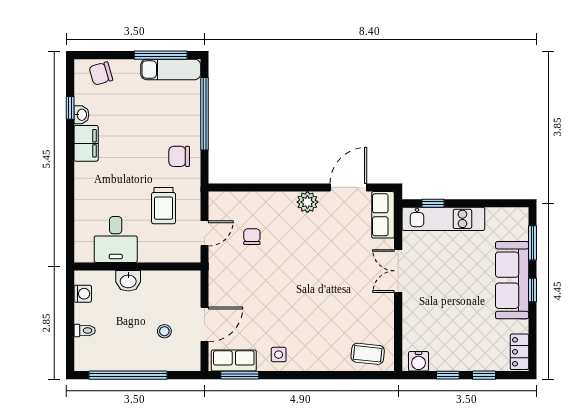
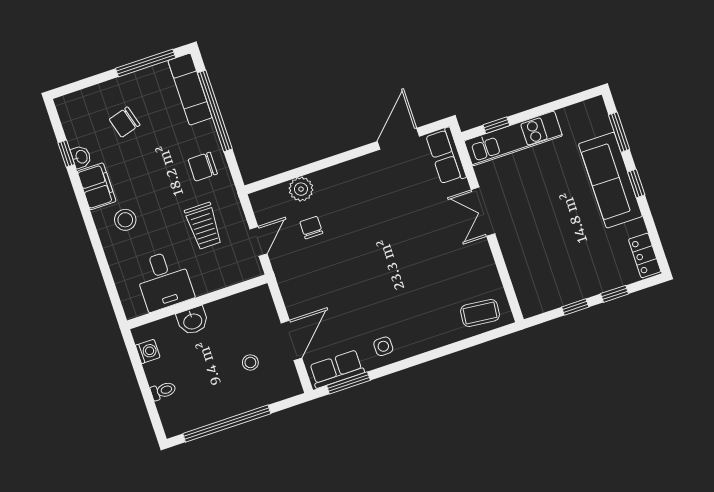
exam couch: (171, 69) -> (190, 89), moved, turned 90
chair: (101, 74) -> (125, 122), moved
stool: (100, 179) -> (125, 220), added
plant: (307, 202) -> (301, 189), moved
water cooler: (419, 361) -> (538, 303), removed

